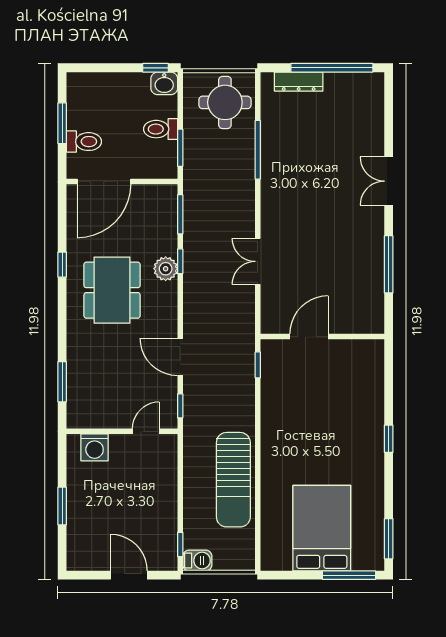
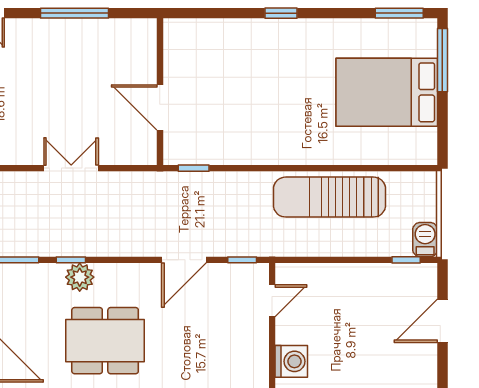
double door: (258, 261) -> (71, 168), swing flipped
door: (146, 431) -> (272, 301), swing flipped
sun lounger: (233, 480) -> (330, 197), turned 180

